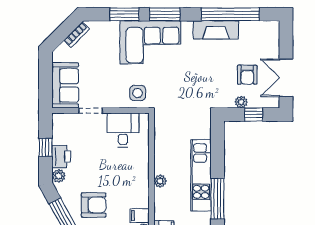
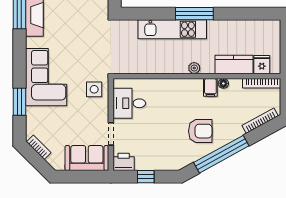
window: (165, 14) -> (19, 64), removed
printer: (61, 157) -> (124, 162), moved
plant: (59, 176) -> (173, 164), removed
plant: (160, 181) -> (194, 68), moved
armchair: (94, 205) -> (200, 131), turned 90

